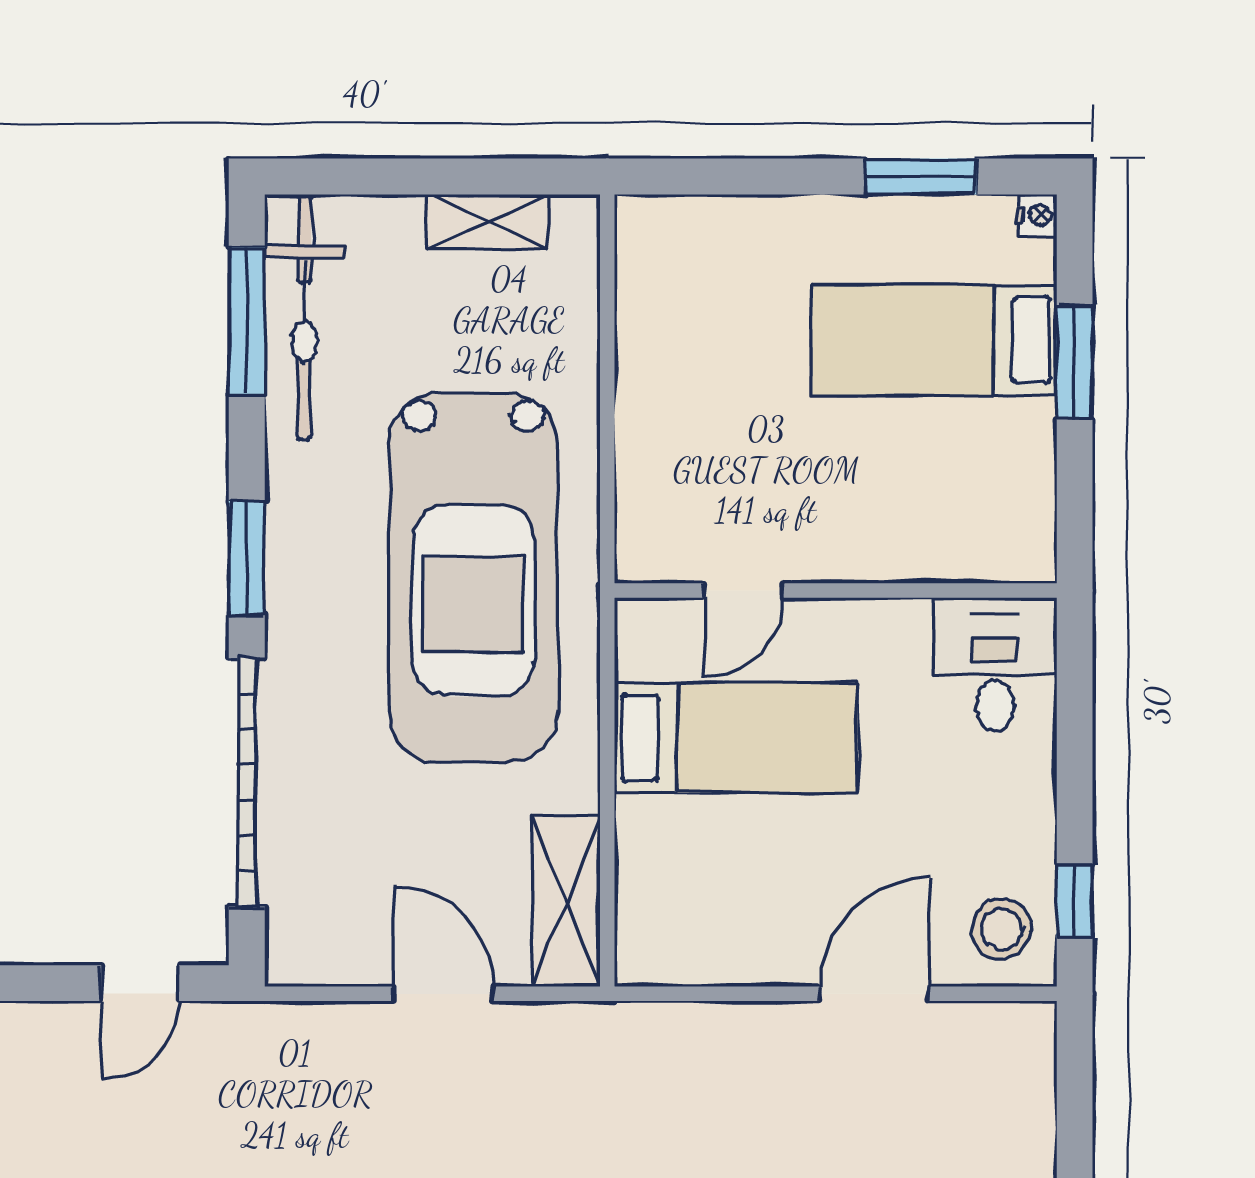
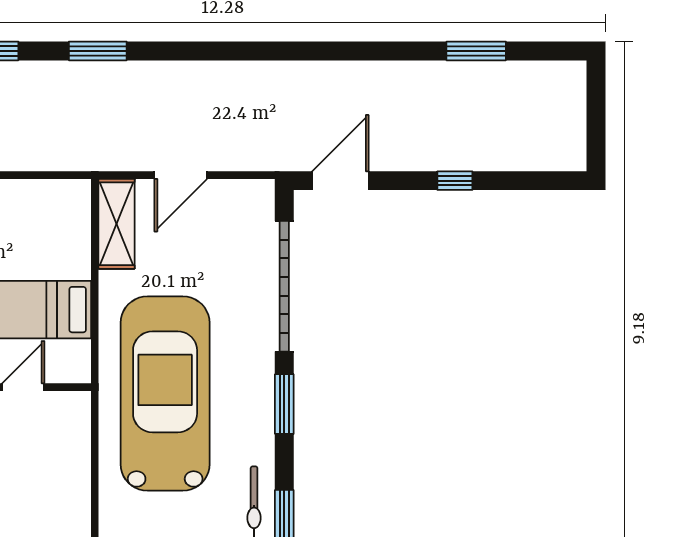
door: (140, 983) -> (340, 181), width x1.38
door: (444, 994) -> (181, 175), hinge flipped

